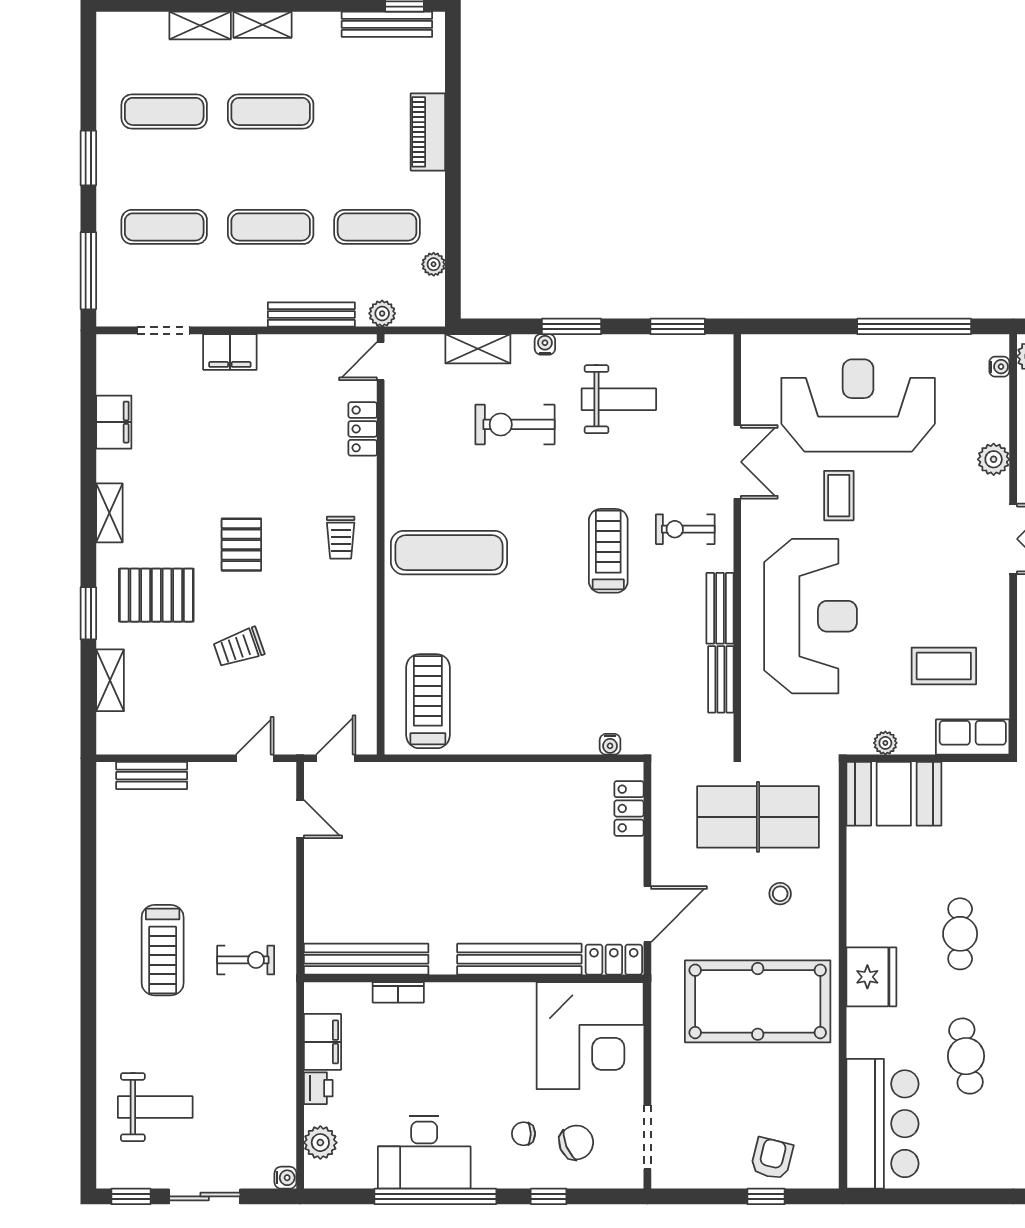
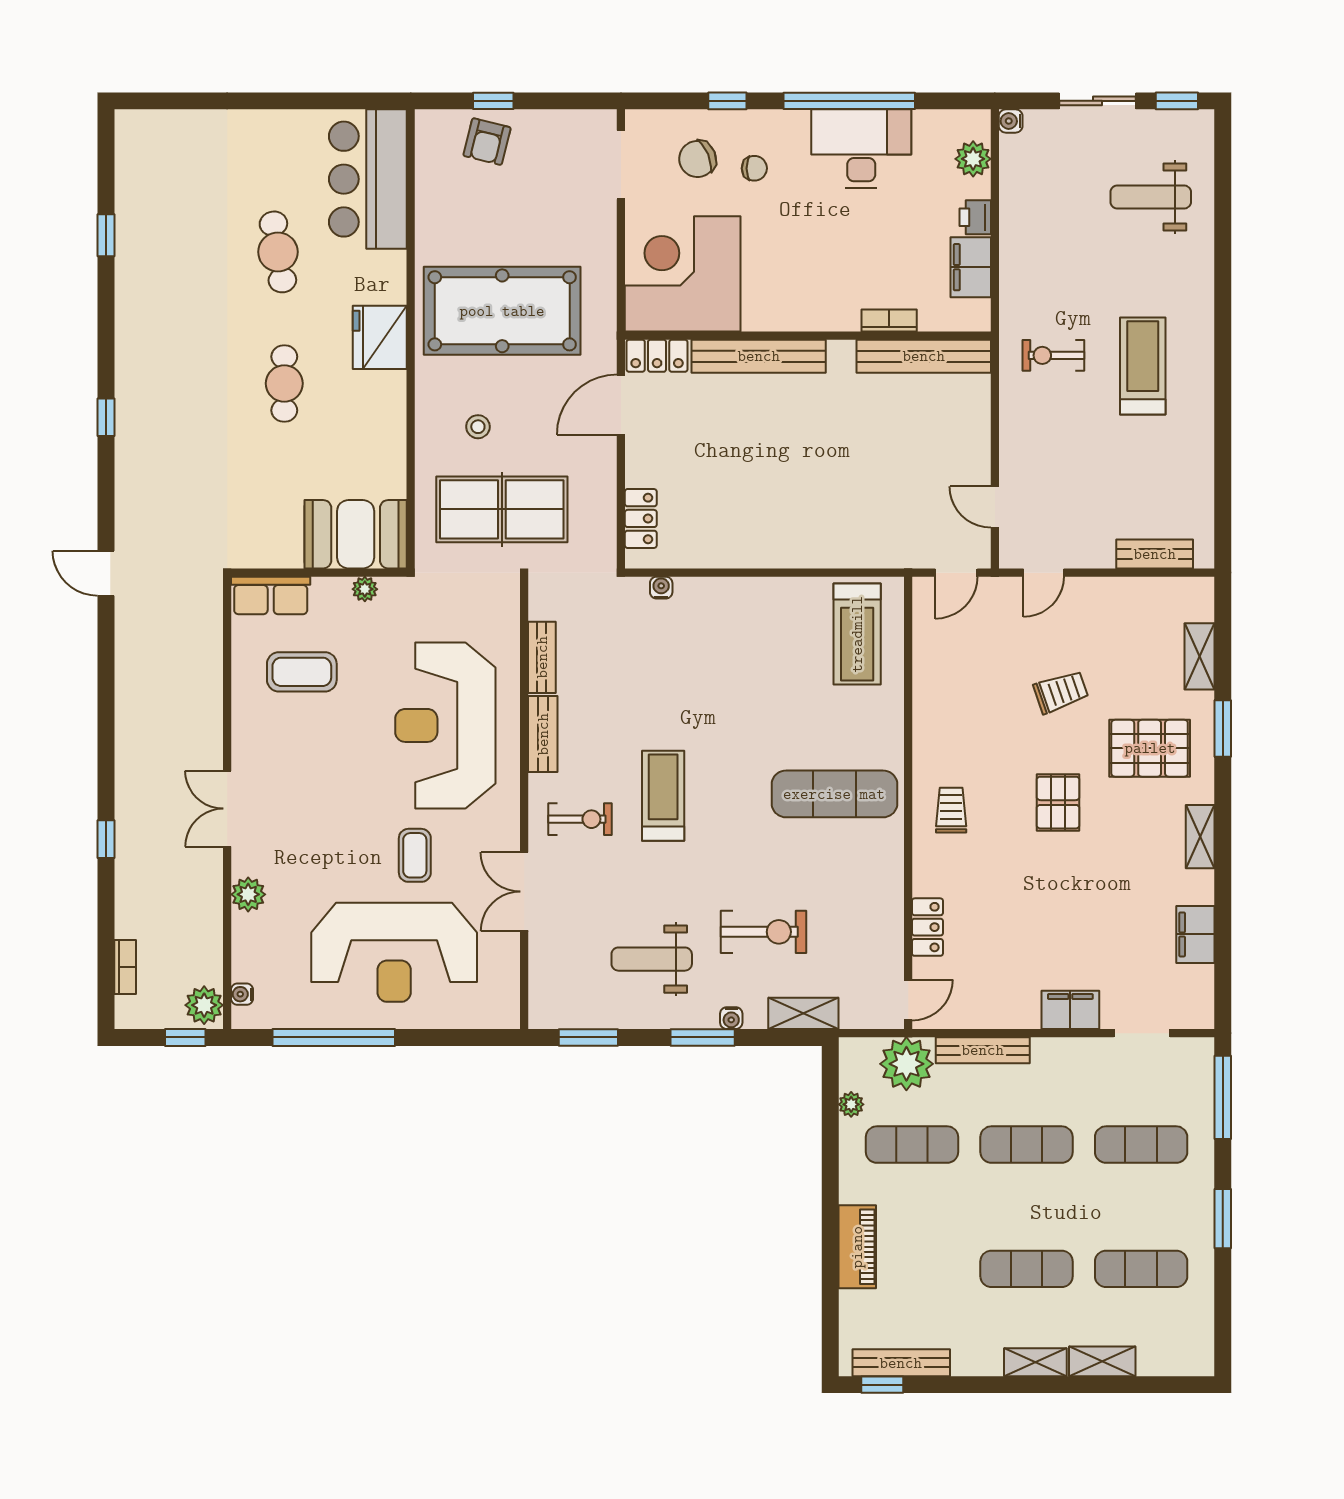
plant: (382, 313) -> (906, 1064), width x1.87, depth x1.87
treadmill: (608, 551) -> (663, 796), turned 180

